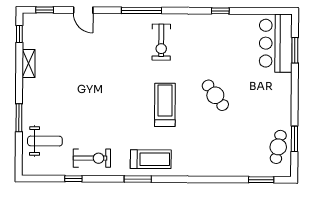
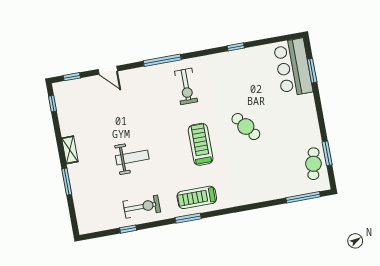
shelving: (29, 63) -> (70, 150), moved
weight bench: (45, 141) -> (132, 157), moved
treadmill: (151, 159) -> (197, 197), turned 180
window: (261, 180) -> (303, 197), width x1.44

